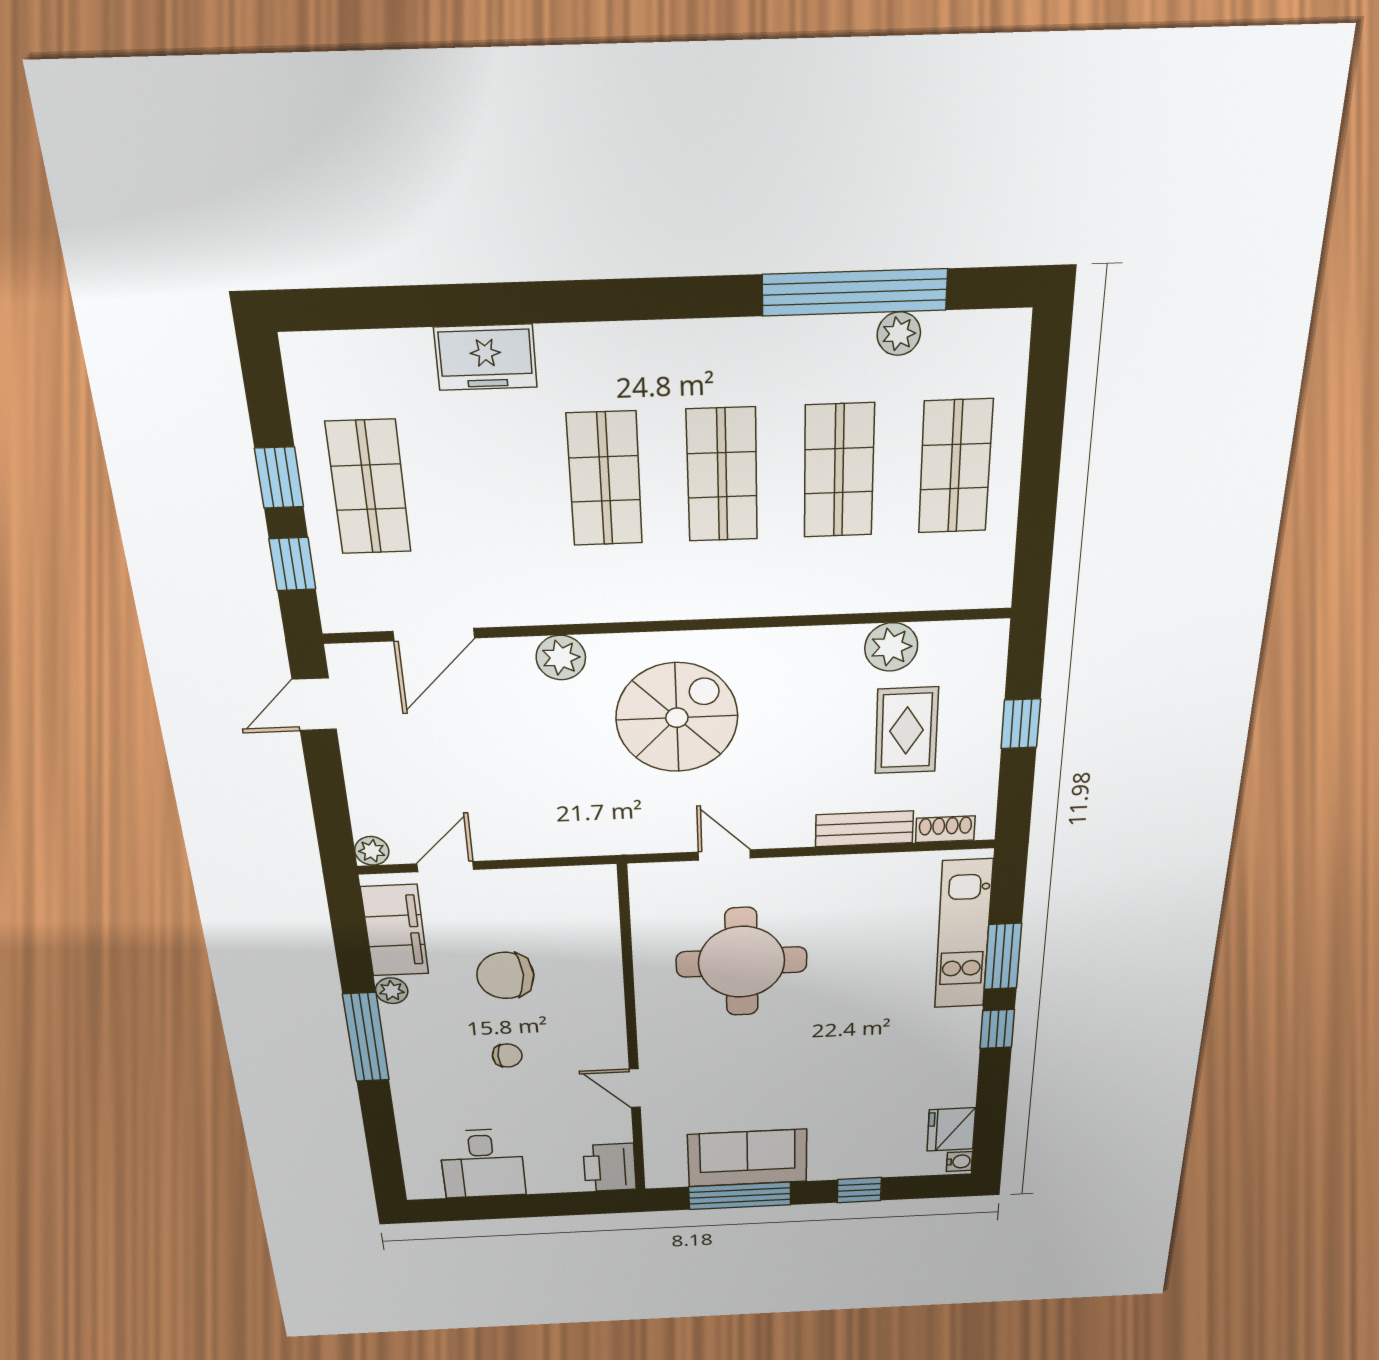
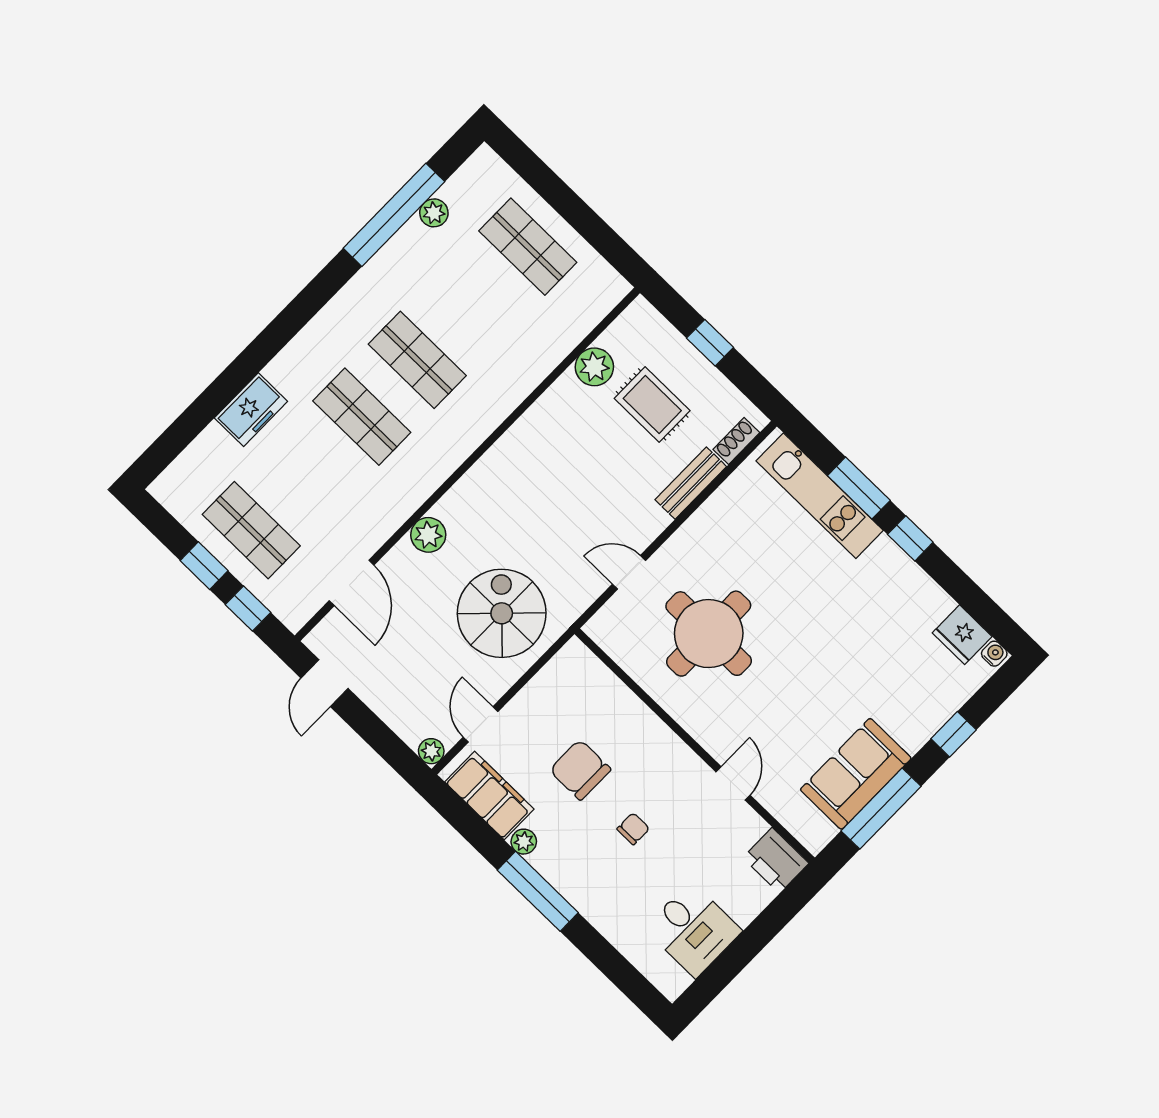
shop shelf: (839, 471) -> (473, 303), removed
spiral stairs: (677, 718) -> (502, 613), moved
chair: (505, 975) -> (580, 770), turned 90
door: (635, 1088) -> (733, 783), swing flipped

